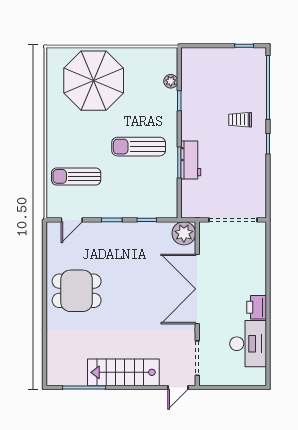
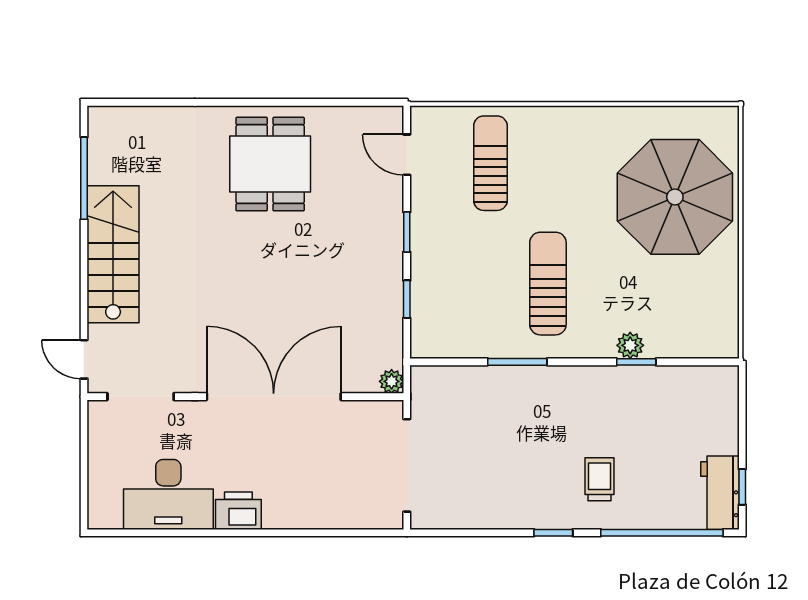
plant: (171, 81) -> (630, 345), moved
workbench: (191, 160) -> (720, 493), moved, turned 90
plant: (184, 233) -> (392, 381), width x0.53, depth x0.53

